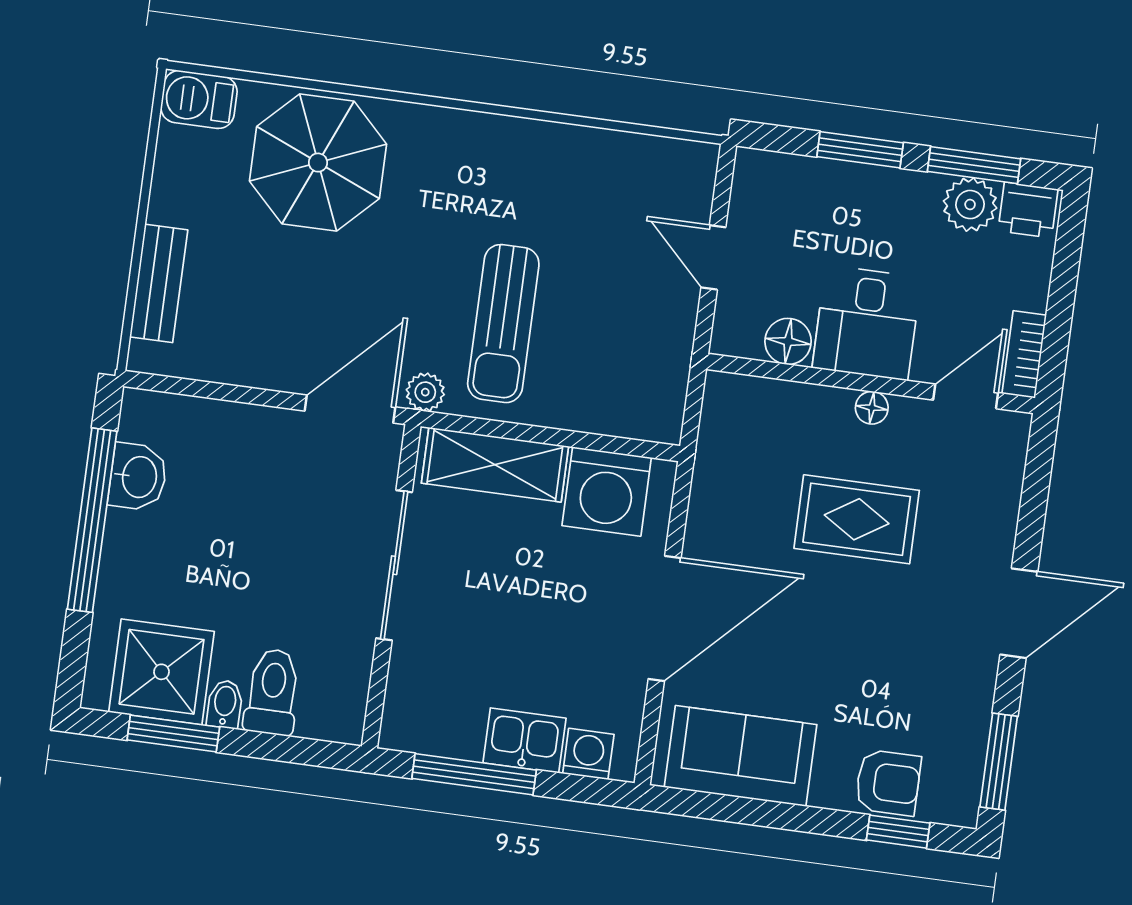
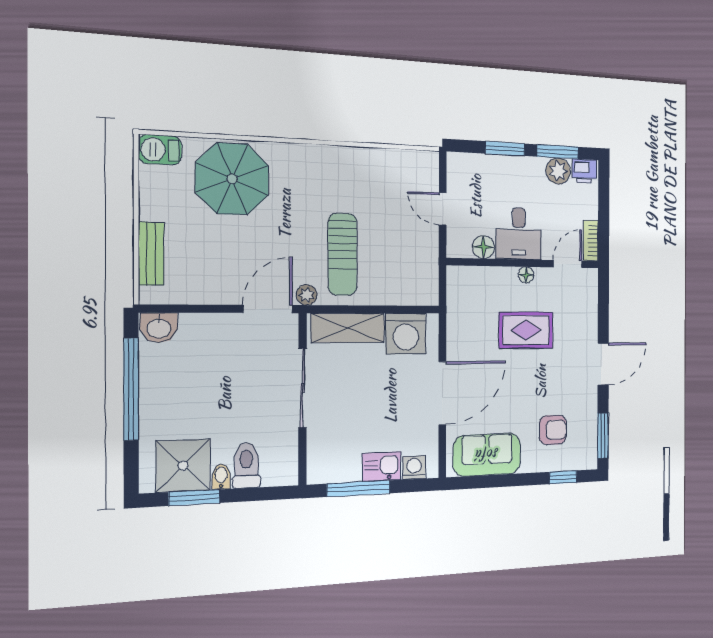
washbasin: (138, 477) -> (159, 328), moved, turned 90
armchair: (888, 783) -> (553, 430), moved

